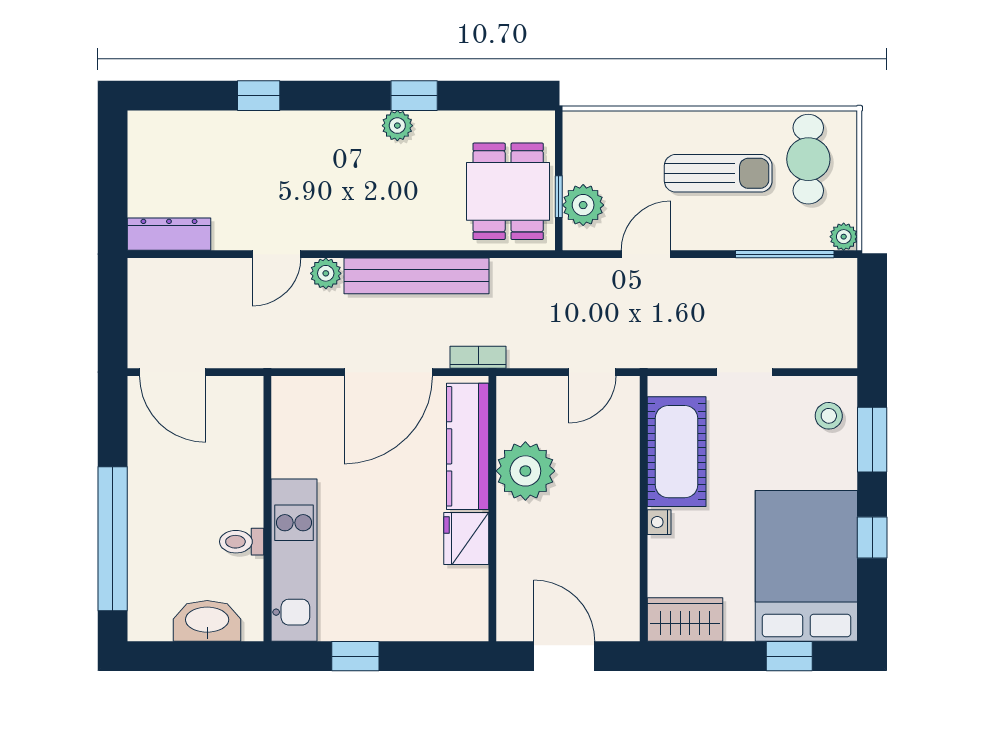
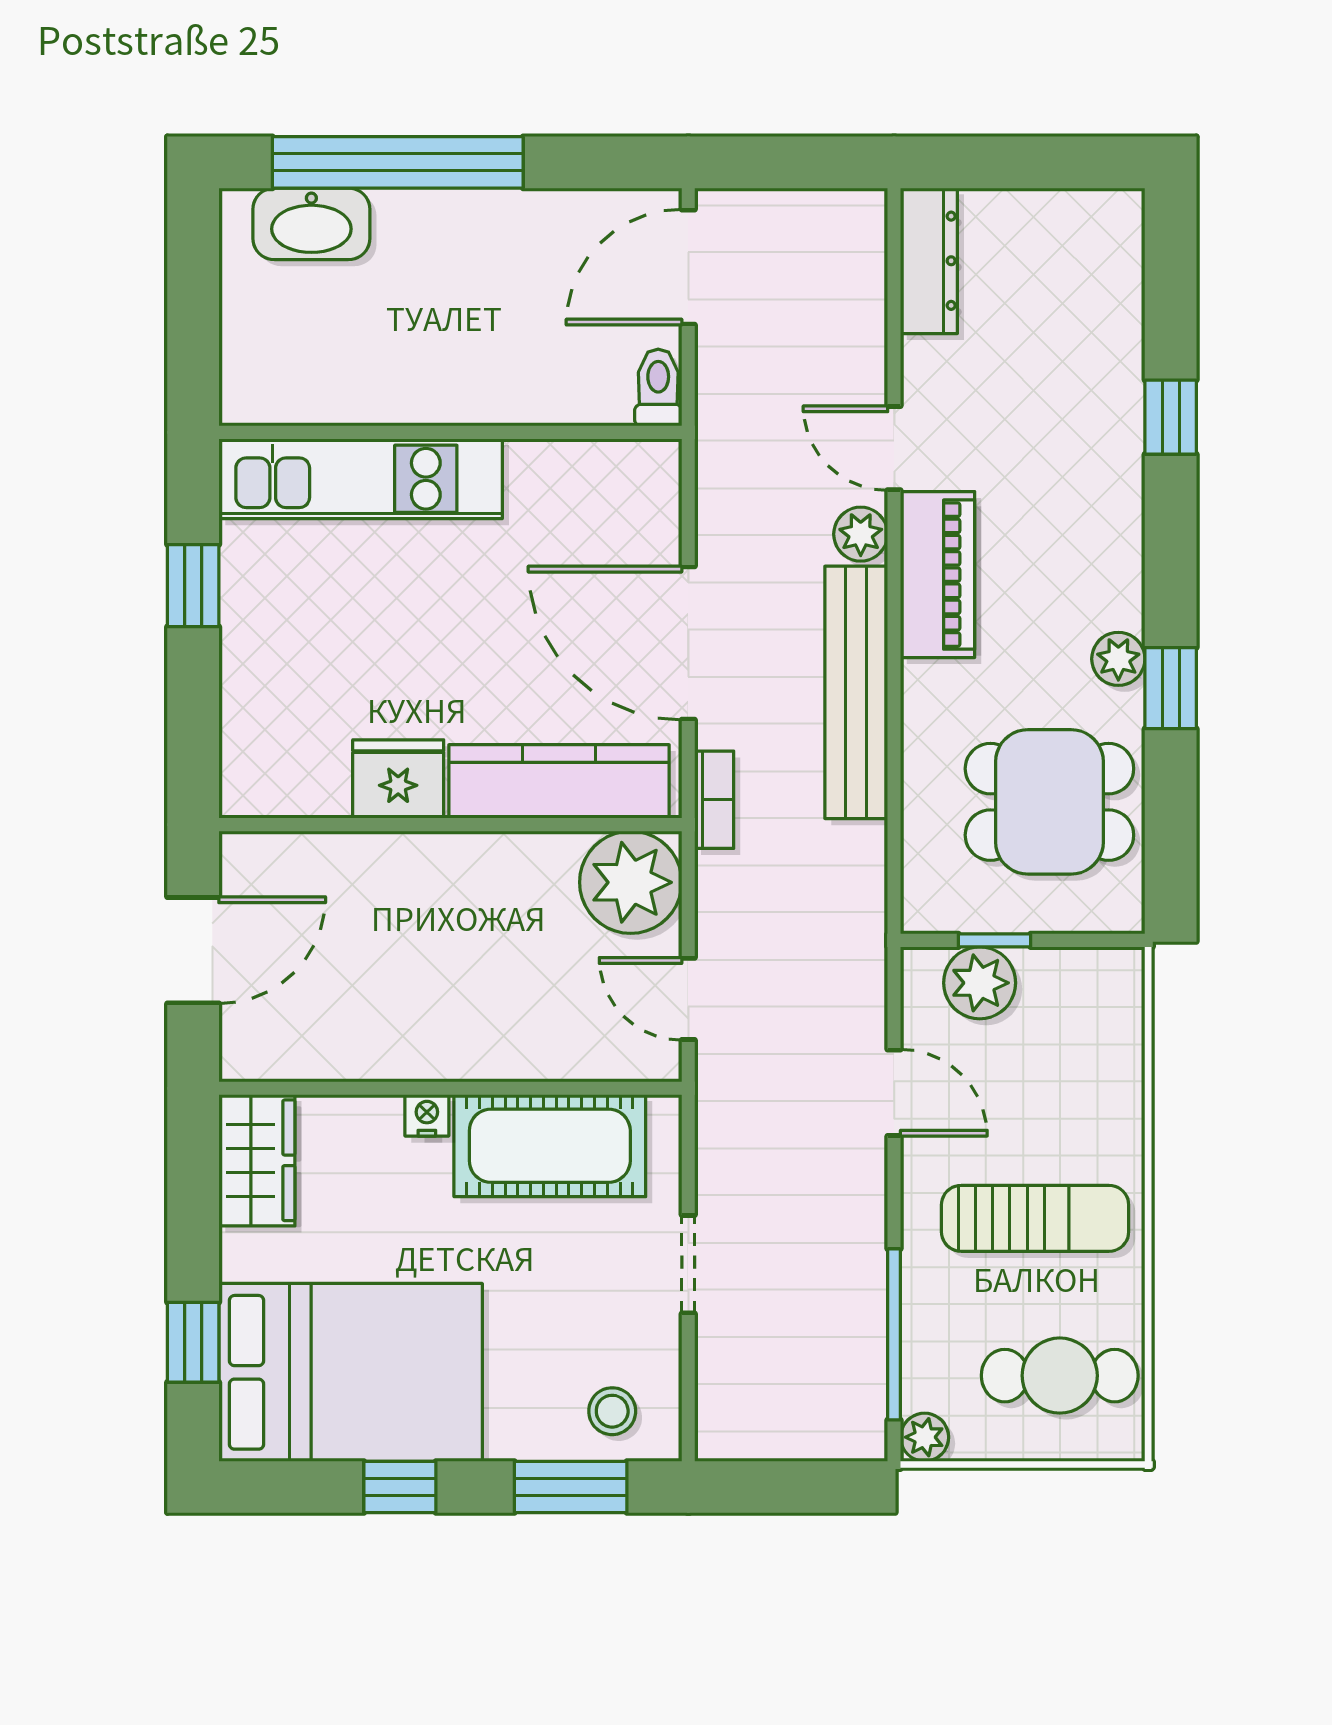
sun lounger: (718, 173) -> (1035, 1218), turned -90
dining table: (508, 191) -> (1049, 802), moved
piano: (349, 229) -> (938, 575), added
plant: (525, 471) -> (631, 882), moved
toilet: (242, 542) -> (658, 387), moved
washbasin: (207, 621) -> (311, 224), moved, turned 90

